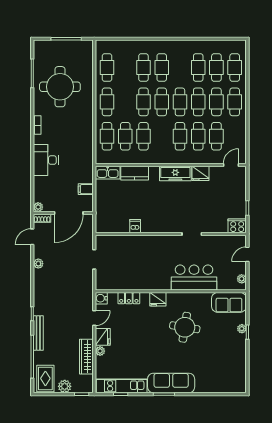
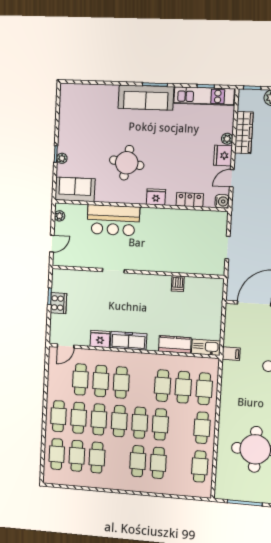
filing cabinet: (86, 189) -> (231, 354), moved
cooker: (237, 226) -> (58, 303), moved, turned -90

